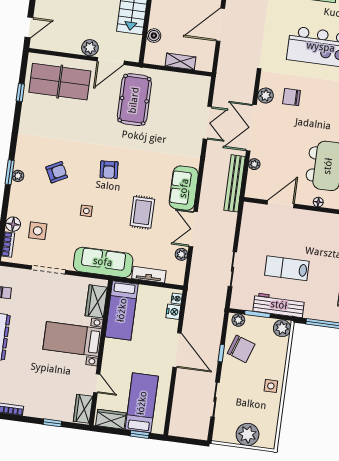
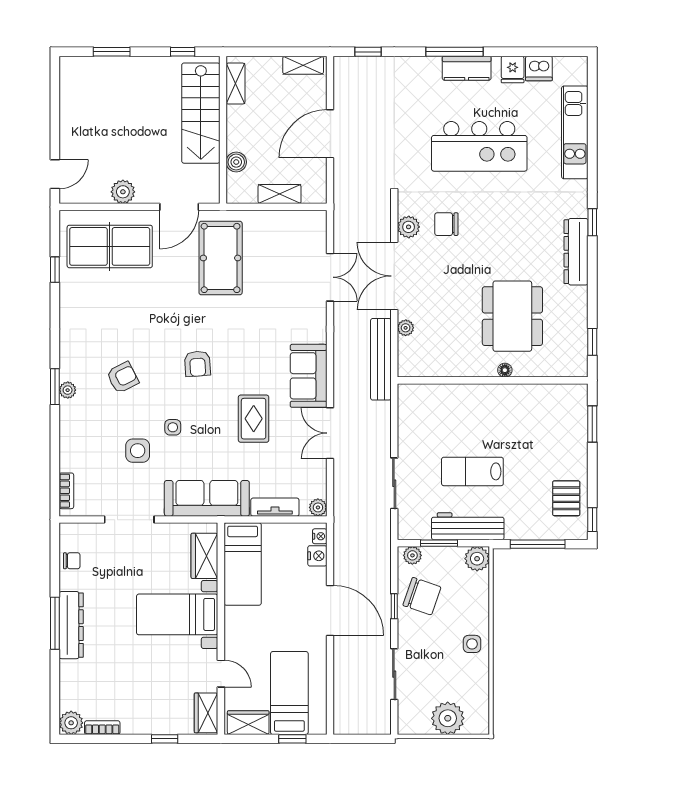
plant: (90, 48) -> (123, 192), moved
door: (281, 204) -> (451, 380), removed
floor lamp: (13, 224) -> (70, 460), removed
side table: (38, 231) -> (138, 451), moved
plant: (181, 254) -> (318, 507), moved

